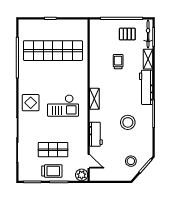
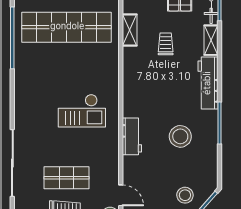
shelving: (94, 99) -> (130, 30), moved
display table: (31, 103) -> (33, 106), removed
workbench: (96, 134) -> (132, 136), moved

